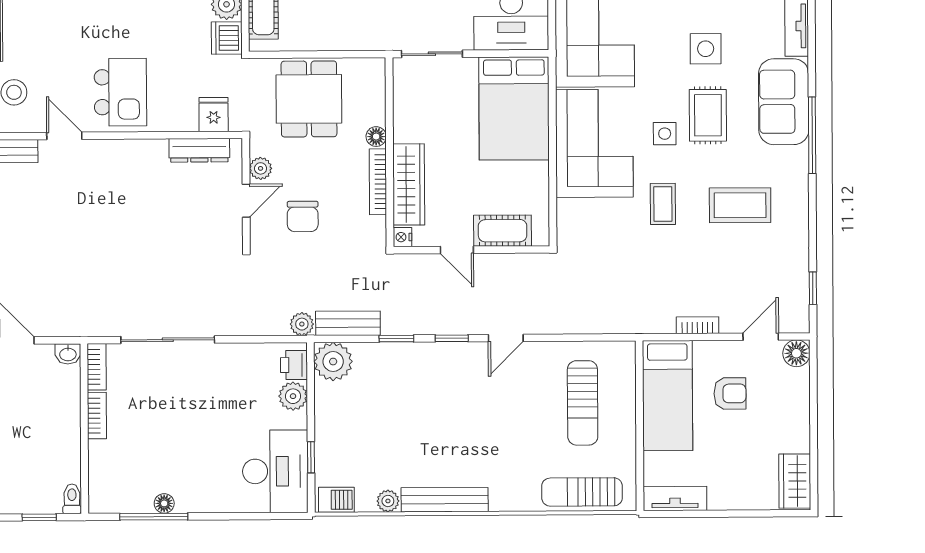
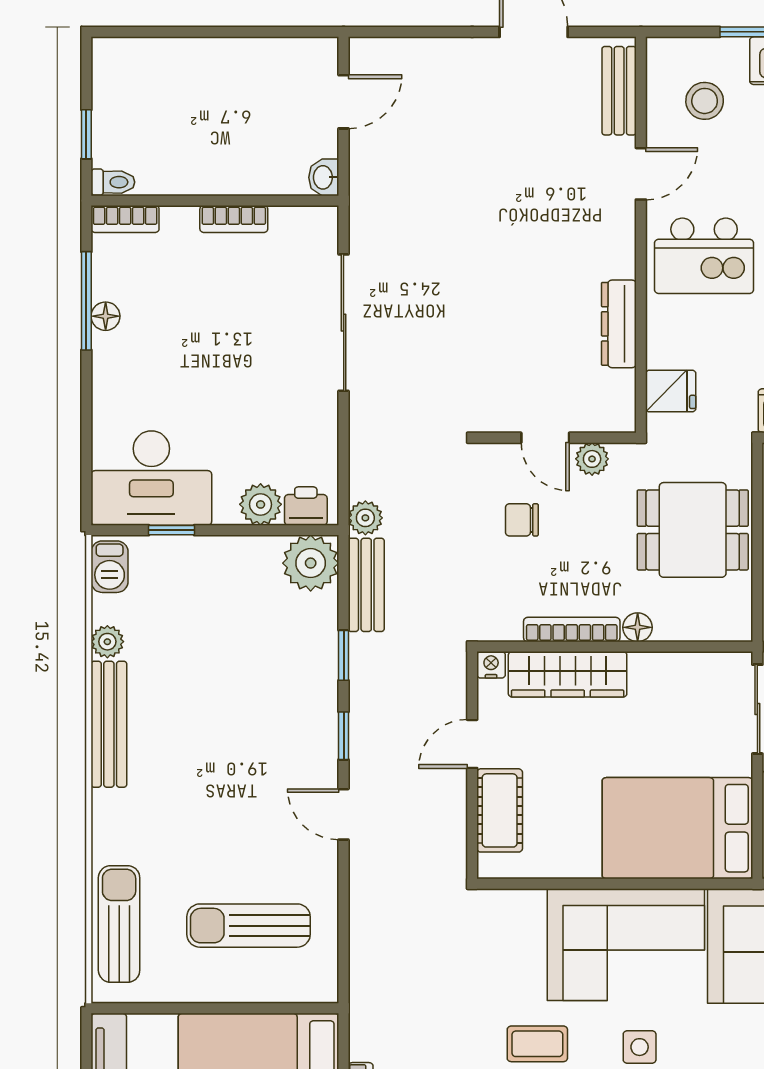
dresser: (199, 150) -> (619, 324), moved
chair: (303, 216) -> (522, 520), width x0.73, depth x0.73
bookcase: (97, 367) -> (125, 219), moved

